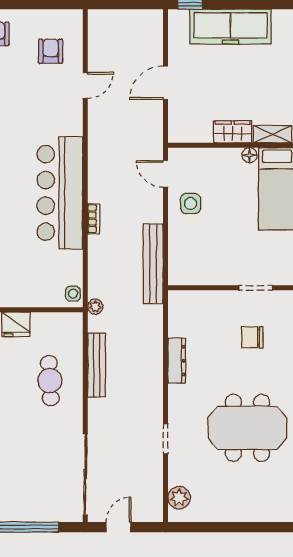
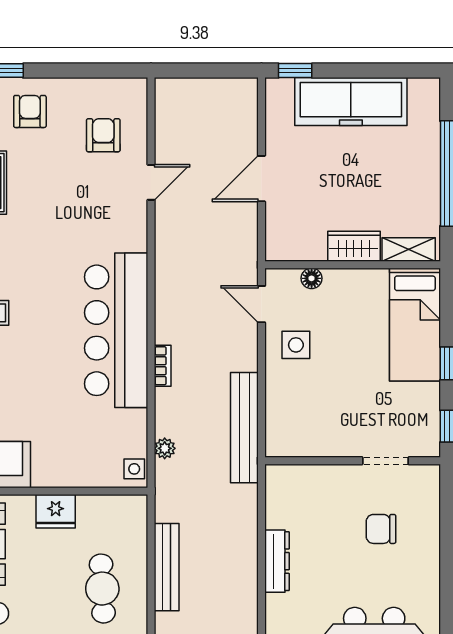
floor lamp: (249, 155) -> (312, 278), moved
plant: (95, 307) -> (165, 448), moved

